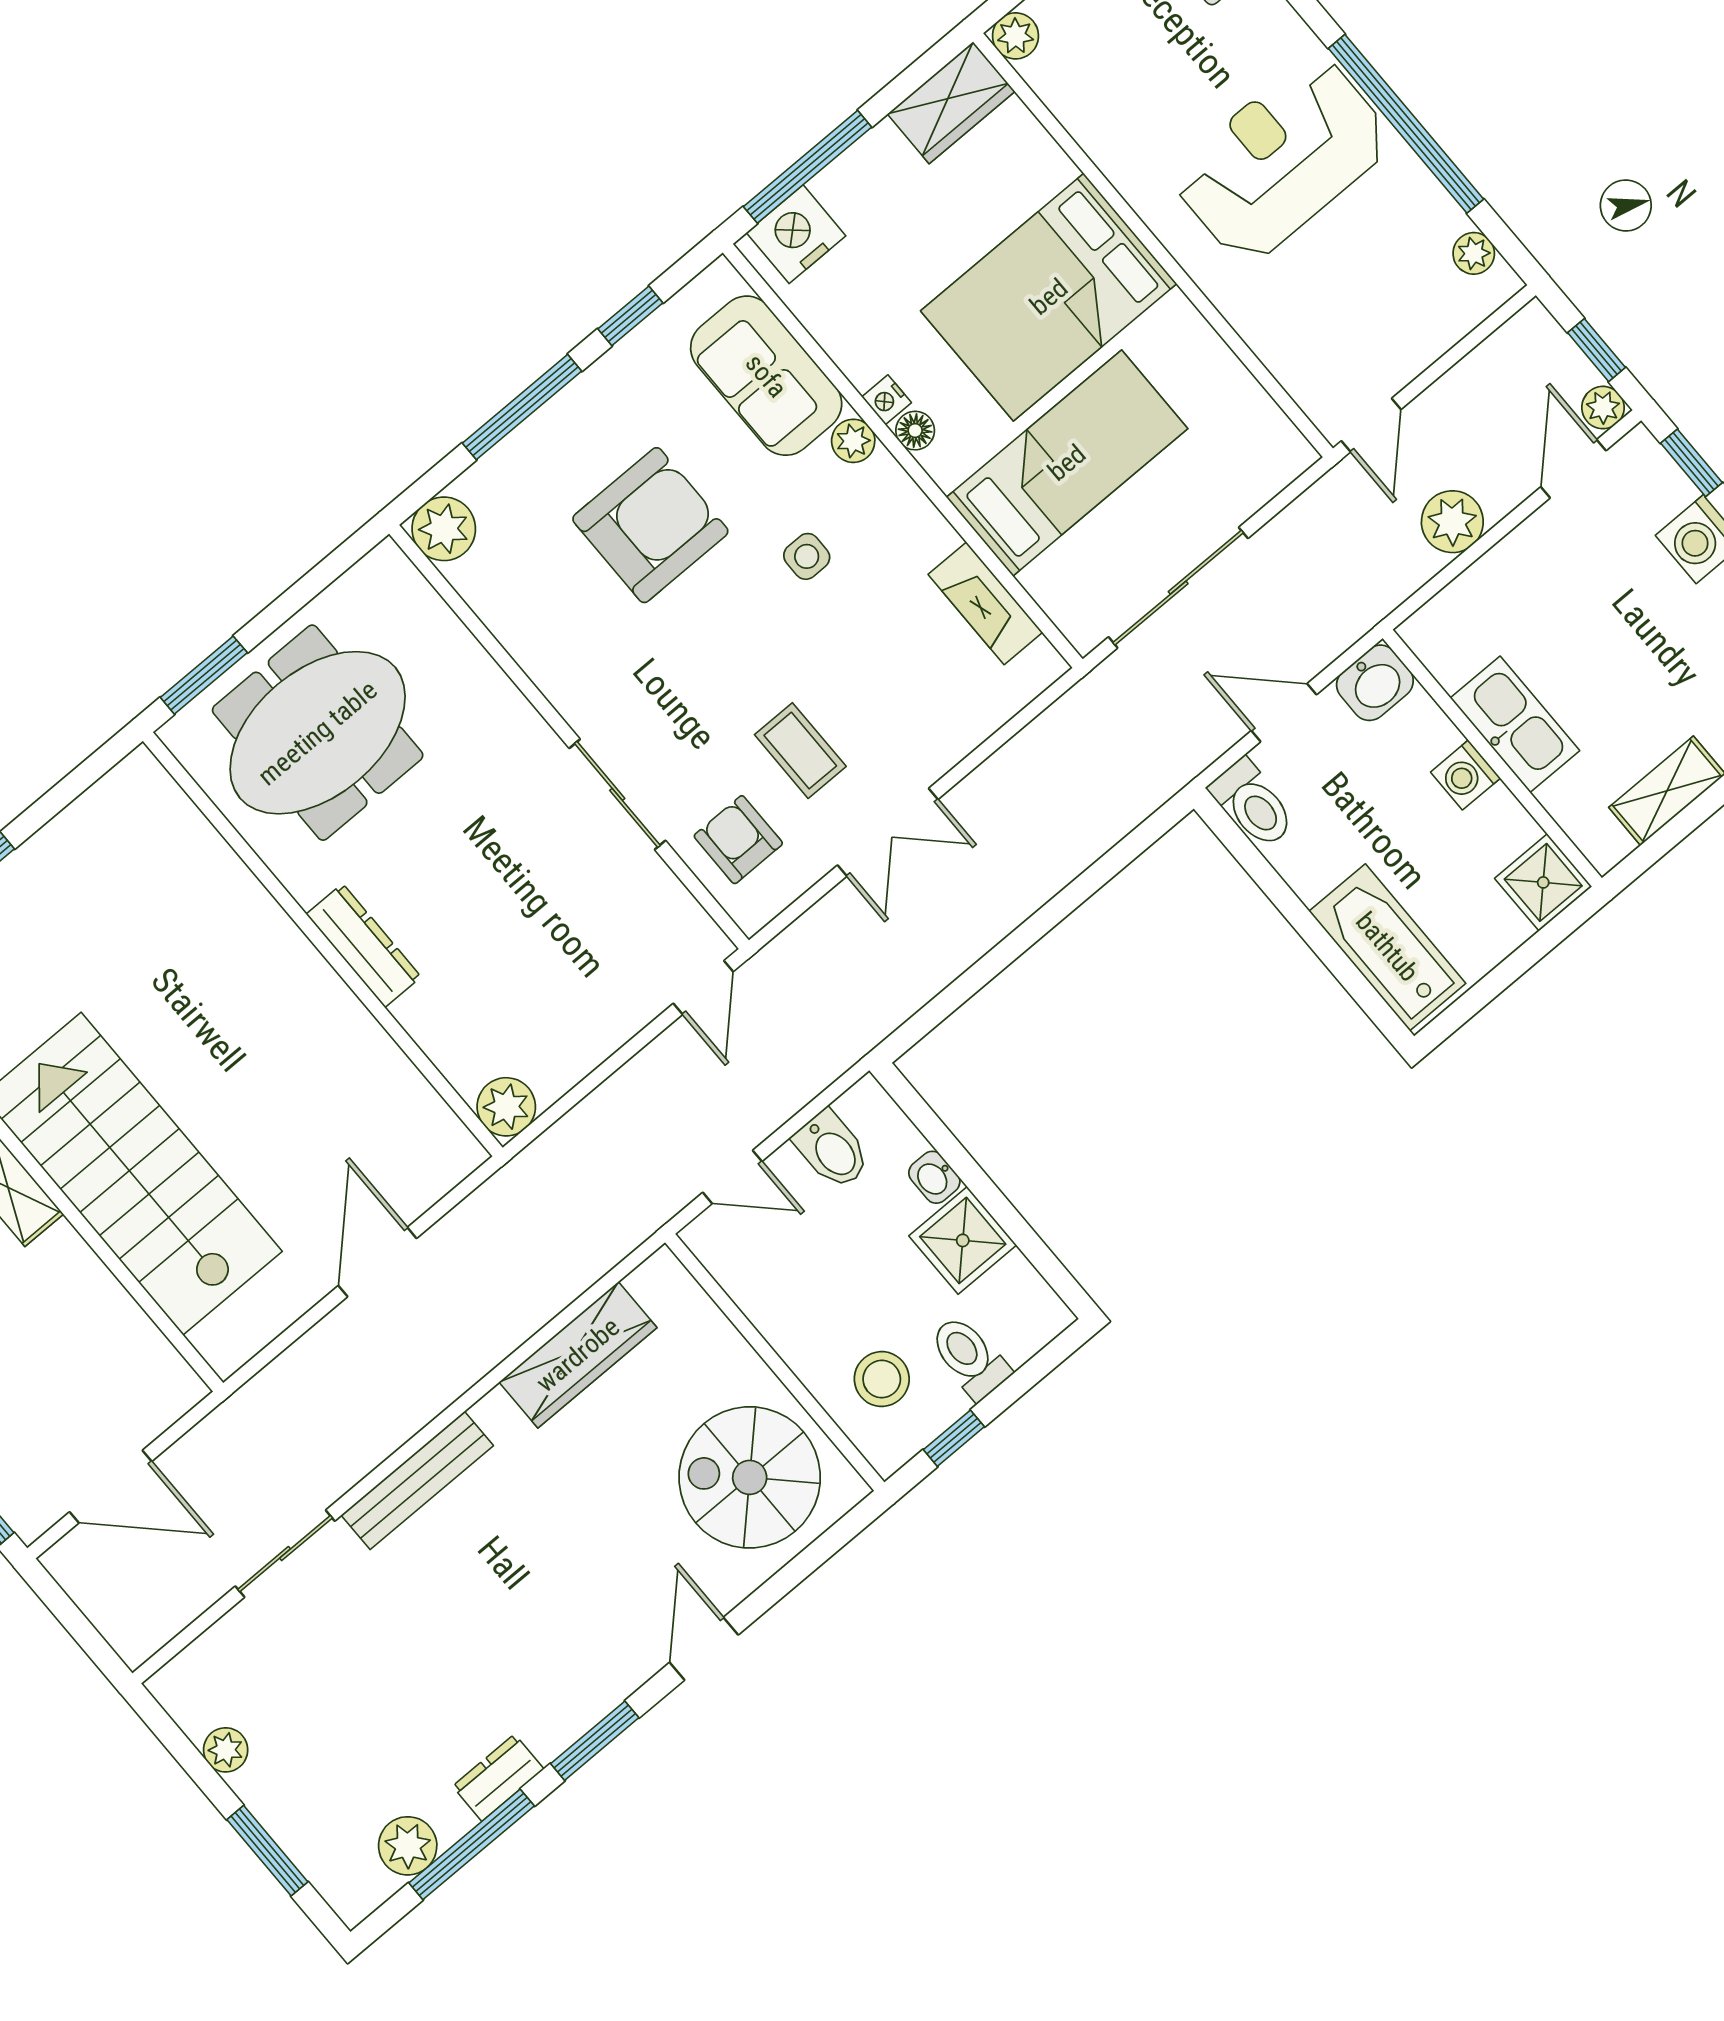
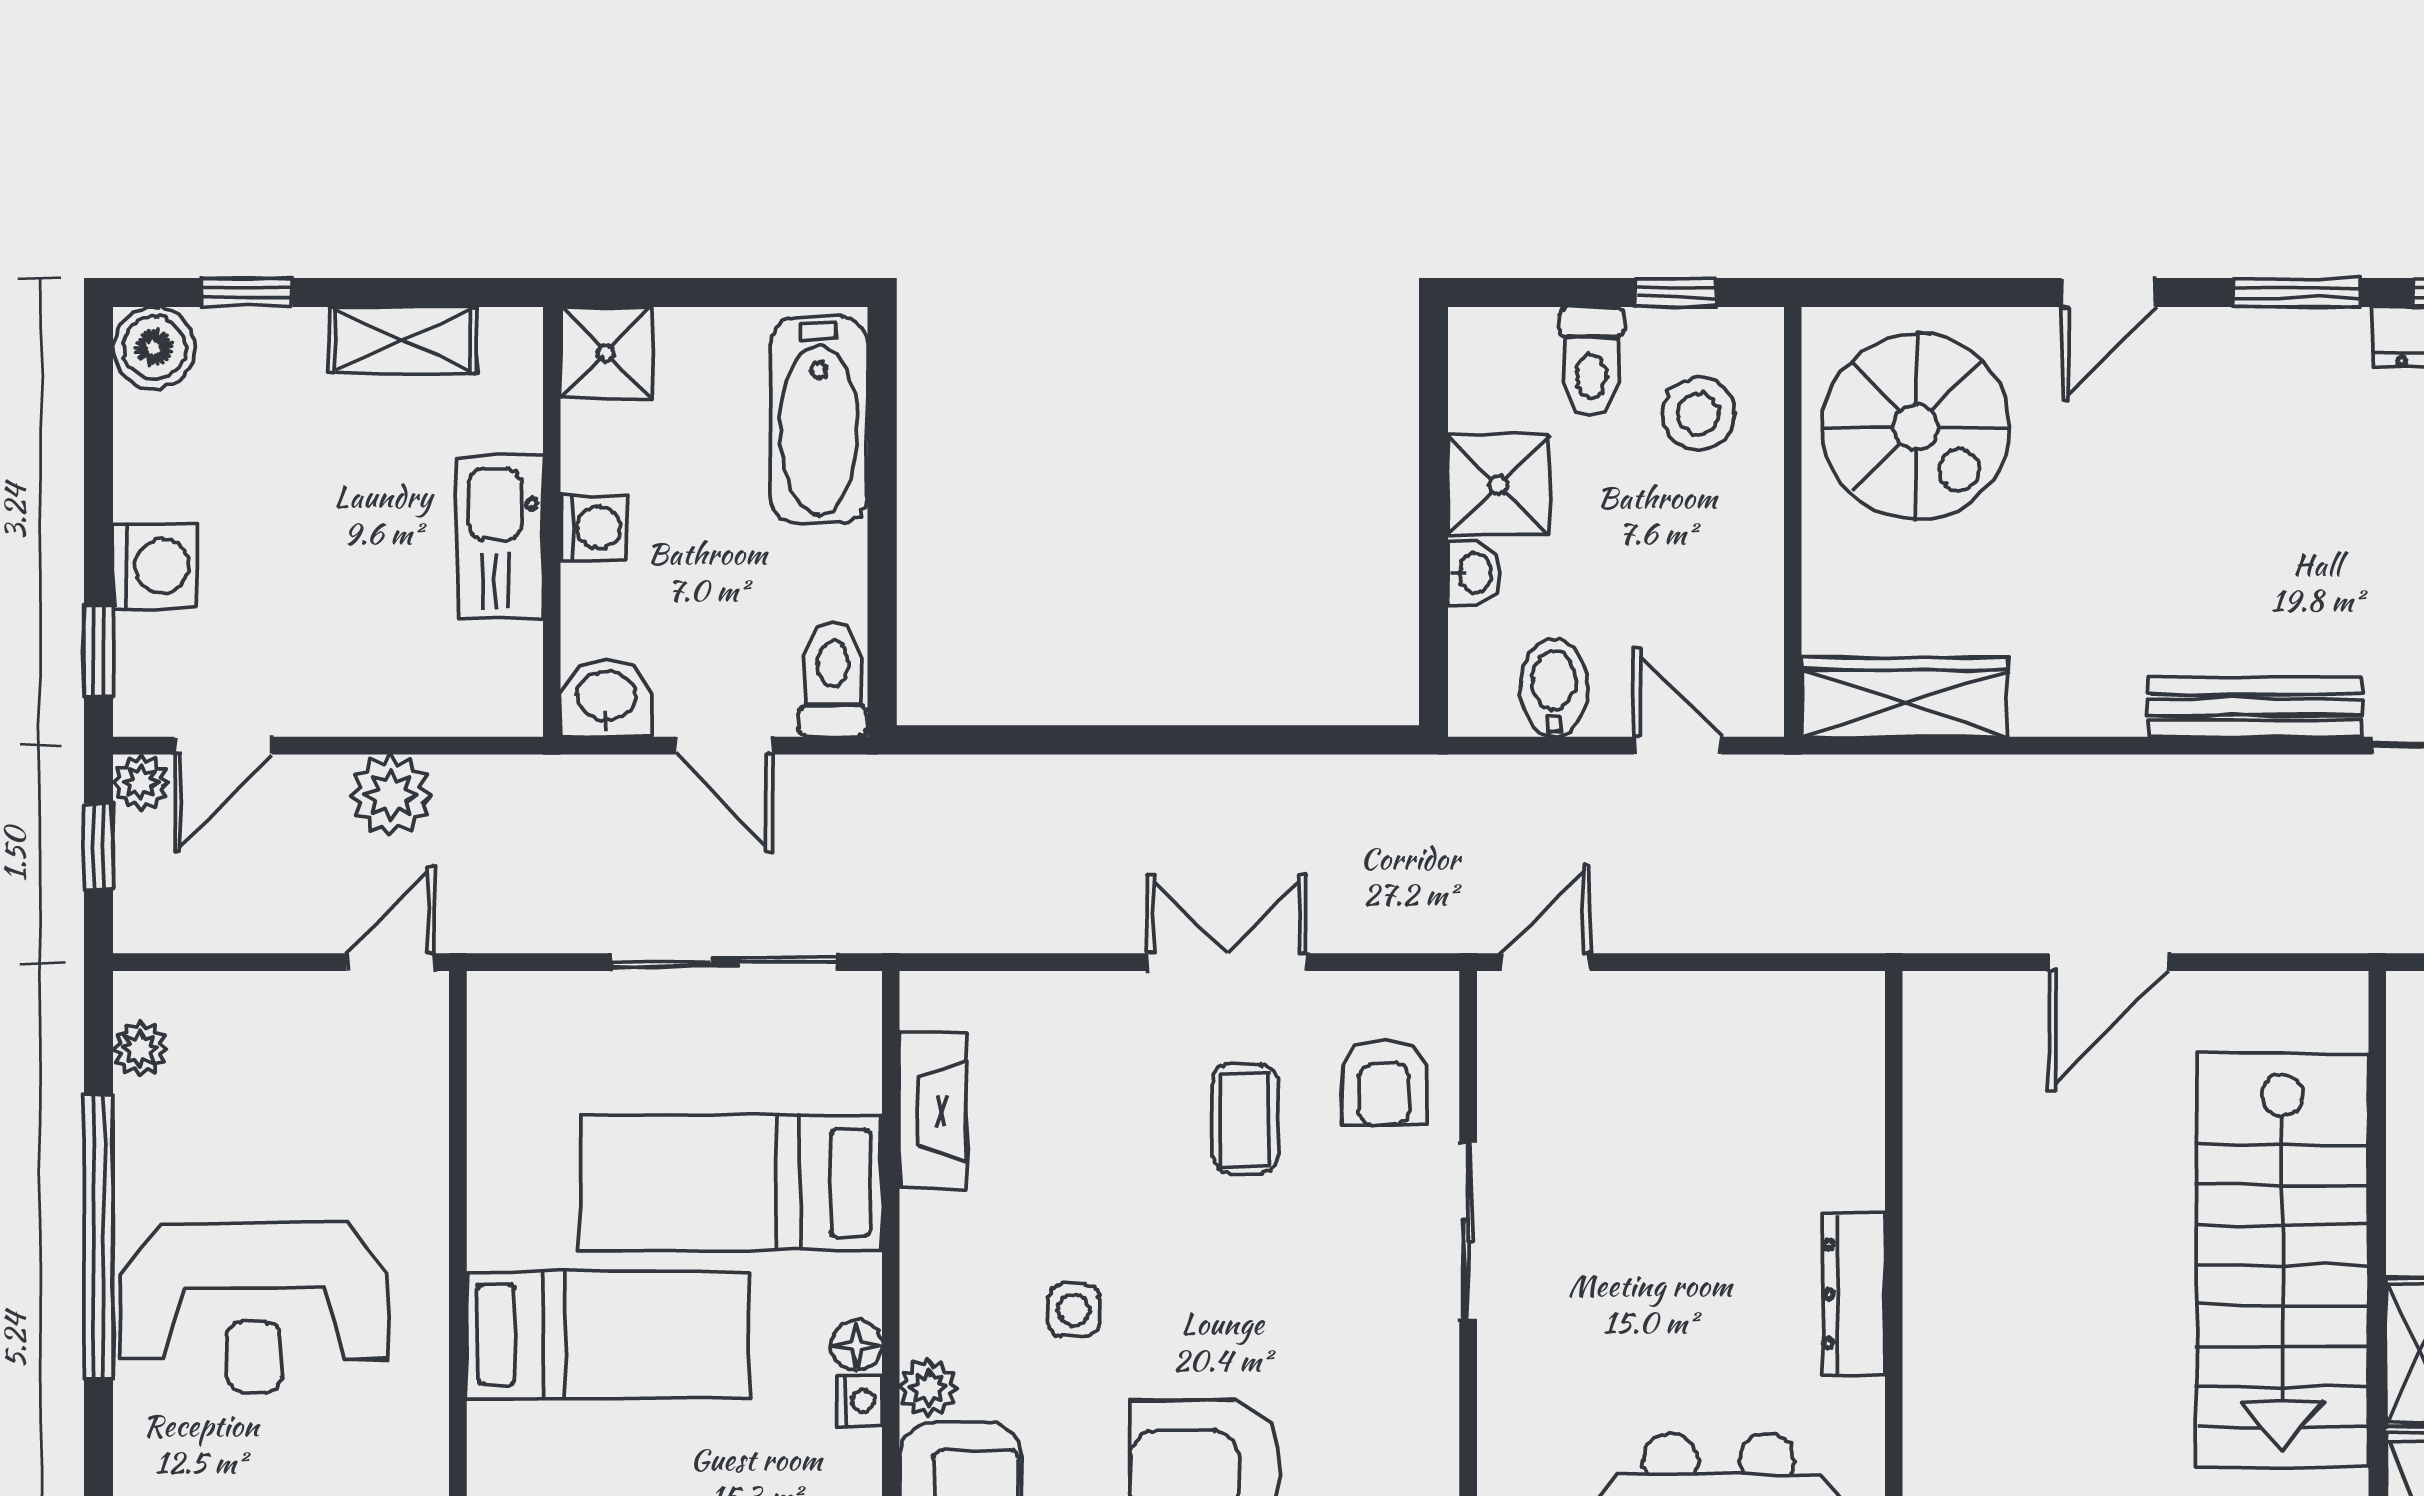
bed: (1049, 297) -> (608, 1335), width x0.67
plant: (506, 1107) -> (1847, 1009), removed
wardrobe: (578, 1355) -> (1905, 697), moved

